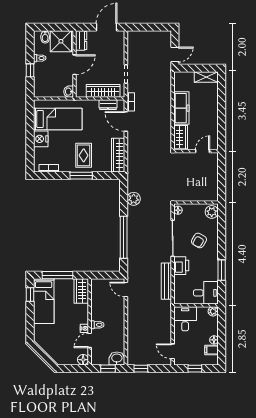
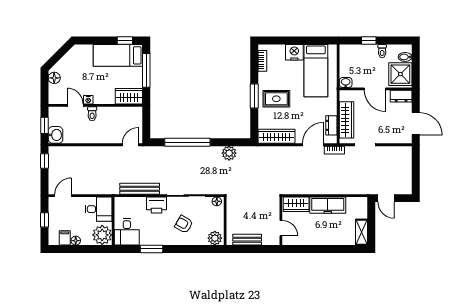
bench: (213, 182) -> (247, 240), added
plant: (213, 311) -> (102, 235), width x1.88, depth x1.88
floor lamp: (83, 360) -> (54, 78), moved

